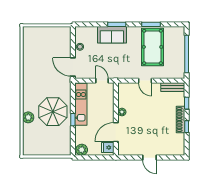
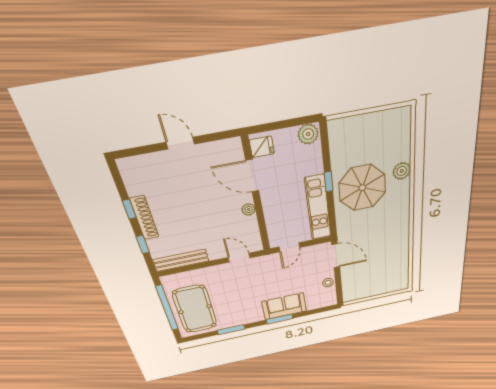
pool table: (153, 47) -> (195, 309), moved
door: (102, 81) -> (289, 247), hinge flipped
door: (145, 81) -> (239, 258), moved
bench: (173, 87) -> (181, 260), width x1.36
door: (116, 132) -> (252, 176), swing flipped

